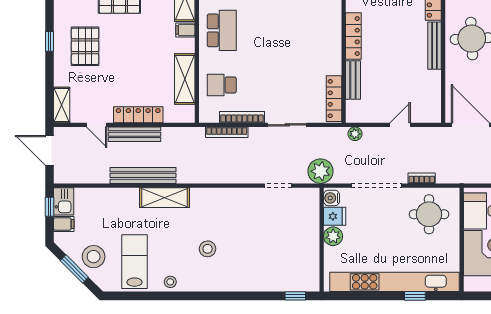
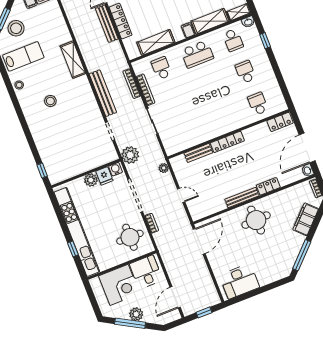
locker: (334, 99) -> (181, 145), removed
bench: (143, 175) -> (103, 93), moved

